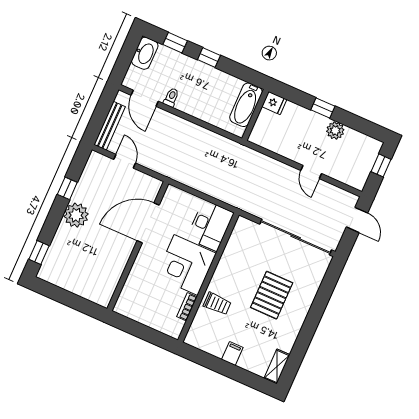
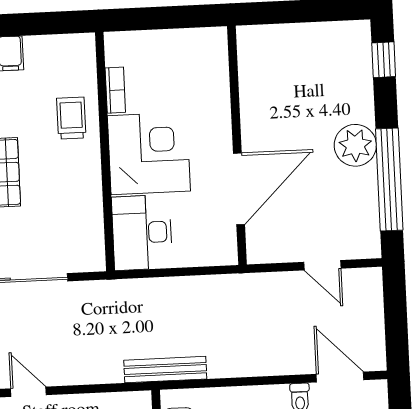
bench: (110, 126) -> (165, 370), moved, turned 90
window: (67, 188) -> (389, 180), width x3.17
trolley: (217, 304) -> (71, 118), turned 90

